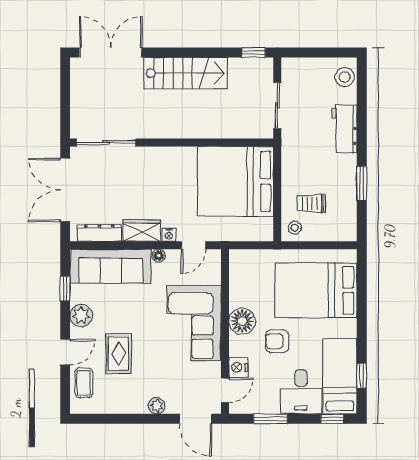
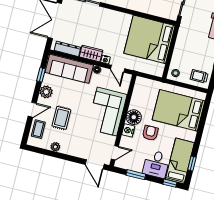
trolley: (312, 203) -> (199, 76), moved
door: (193, 245) -> (117, 69), hinge flipped
armchair: (277, 341) -> (150, 133), turned 90
nightstand: (238, 367) -> (128, 130), moved
plant: (157, 406) -> (55, 147), moved

